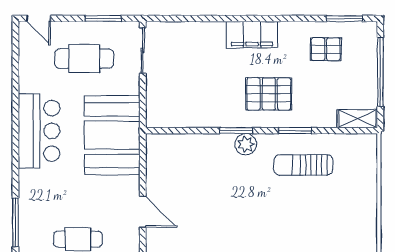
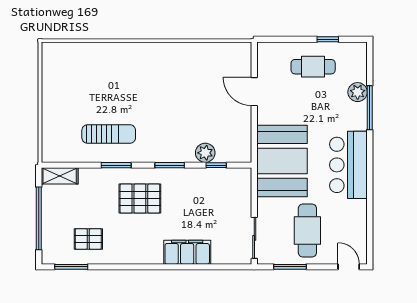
filing cabinet: (252, 35) -> (187, 252), moved
cafe table: (84, 59) -> (307, 230), turned 90
window: (185, 131) -> (216, 165), added
plant: (246, 144) -> (205, 153), moved
plant: (29, 211) -> (358, 92), added
window: (15, 222) -> (370, 108), moved

